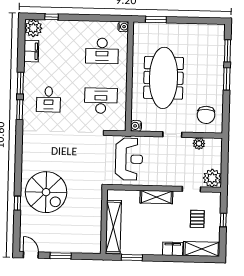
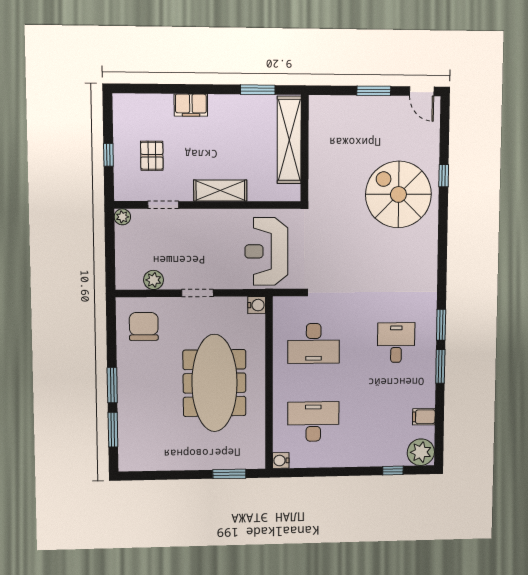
filing cabinet: (31, 51) -> (424, 417), width x0.50
plant: (212, 178) -> (122, 217), width x0.53, depth x0.53
shelving: (202, 249) -> (143, 106), removed

